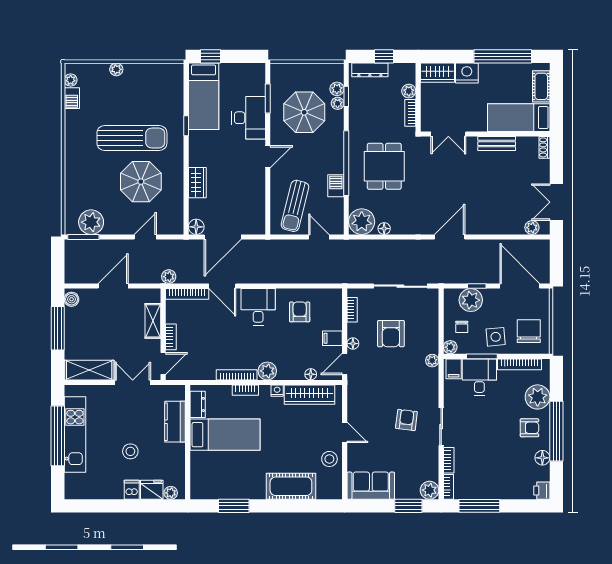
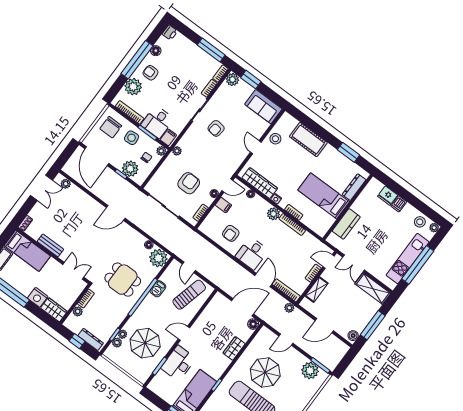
dining table: (384, 166) -> (123, 280), turned 90
dresser: (198, 404) -> (354, 187), moved, width x1.44
stool: (130, 451) -> (420, 222), moved
plant: (171, 493) -> (434, 228), moved

